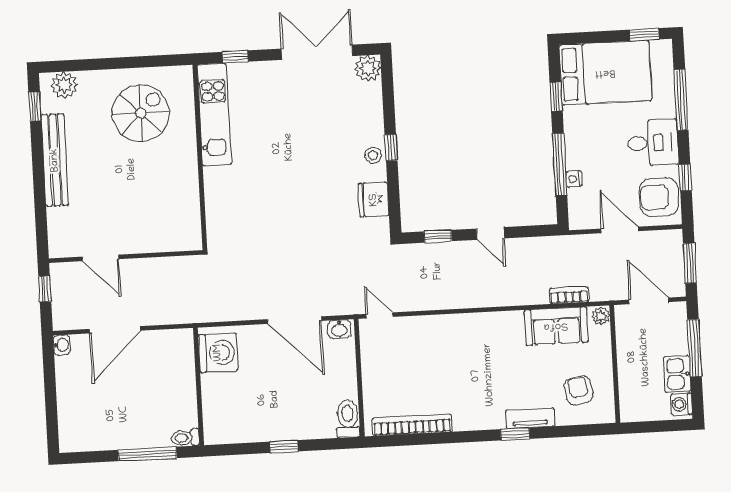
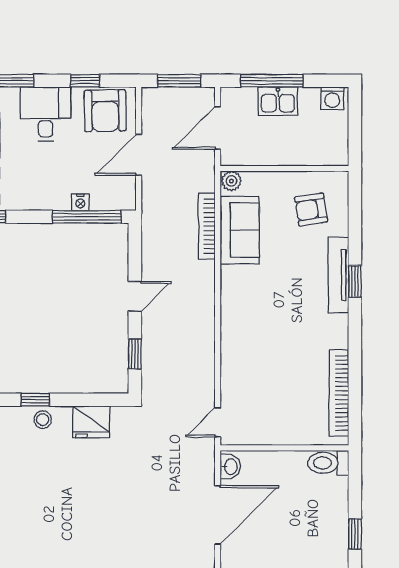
window: (560, 165) -> (87, 217), moved
bookcase: (569, 295) -> (207, 226), width x1.56
kitchen sink: (677, 374) -> (278, 101), moved
tv unit: (530, 418) -> (339, 275), width x1.41

